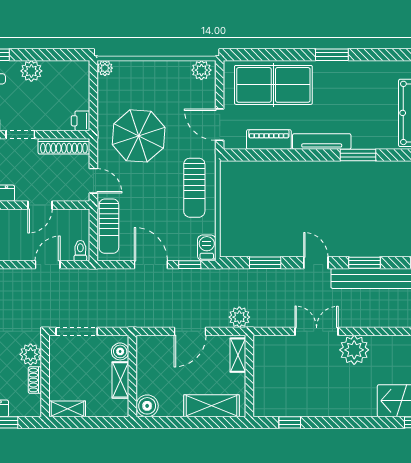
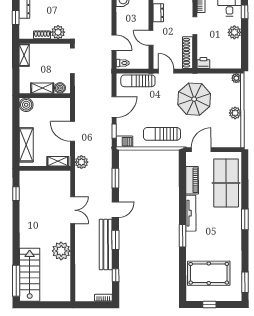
plant: (201, 70) -> (235, 113), moved
door: (93, 181) -> (166, 71), swing flipped
plant: (354, 350) -> (61, 251), moved

